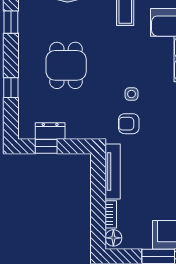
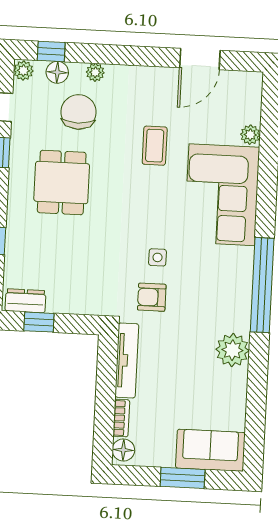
dining table: (66, 65) -> (62, 182), moved
dresser: (50, 131) -> (25, 301), moved

